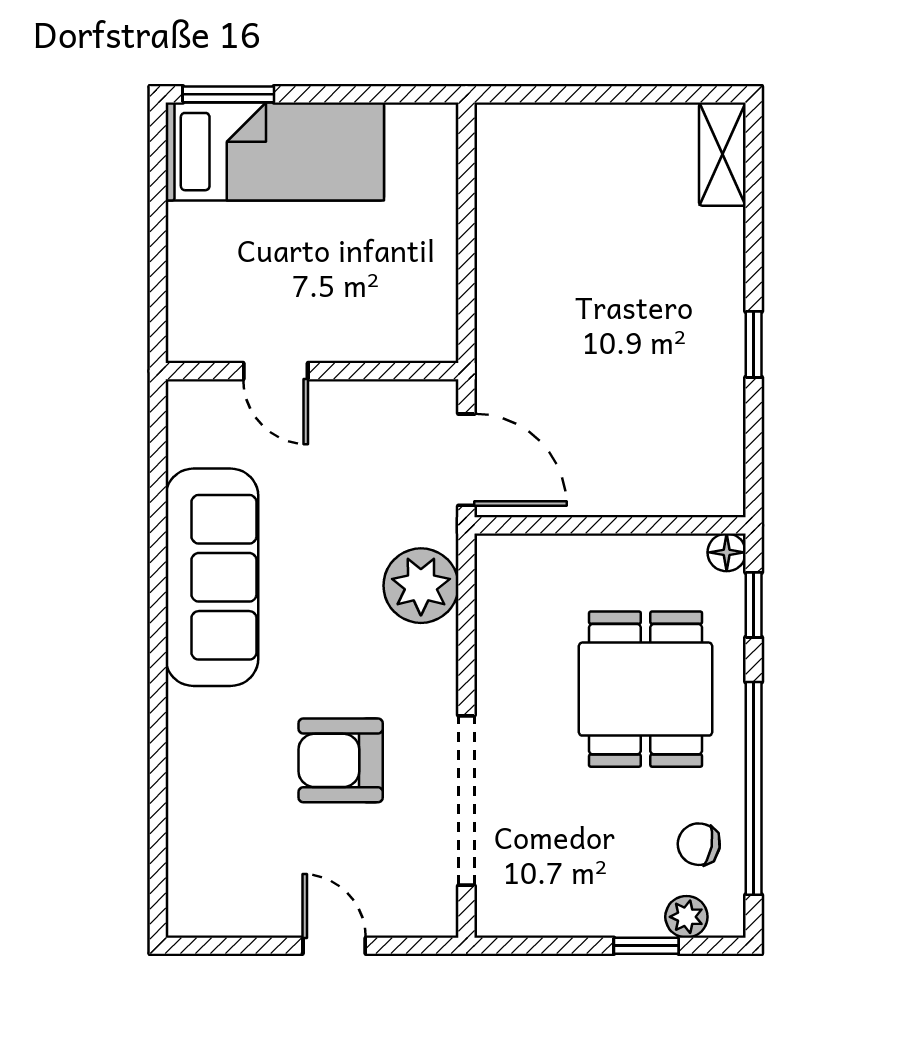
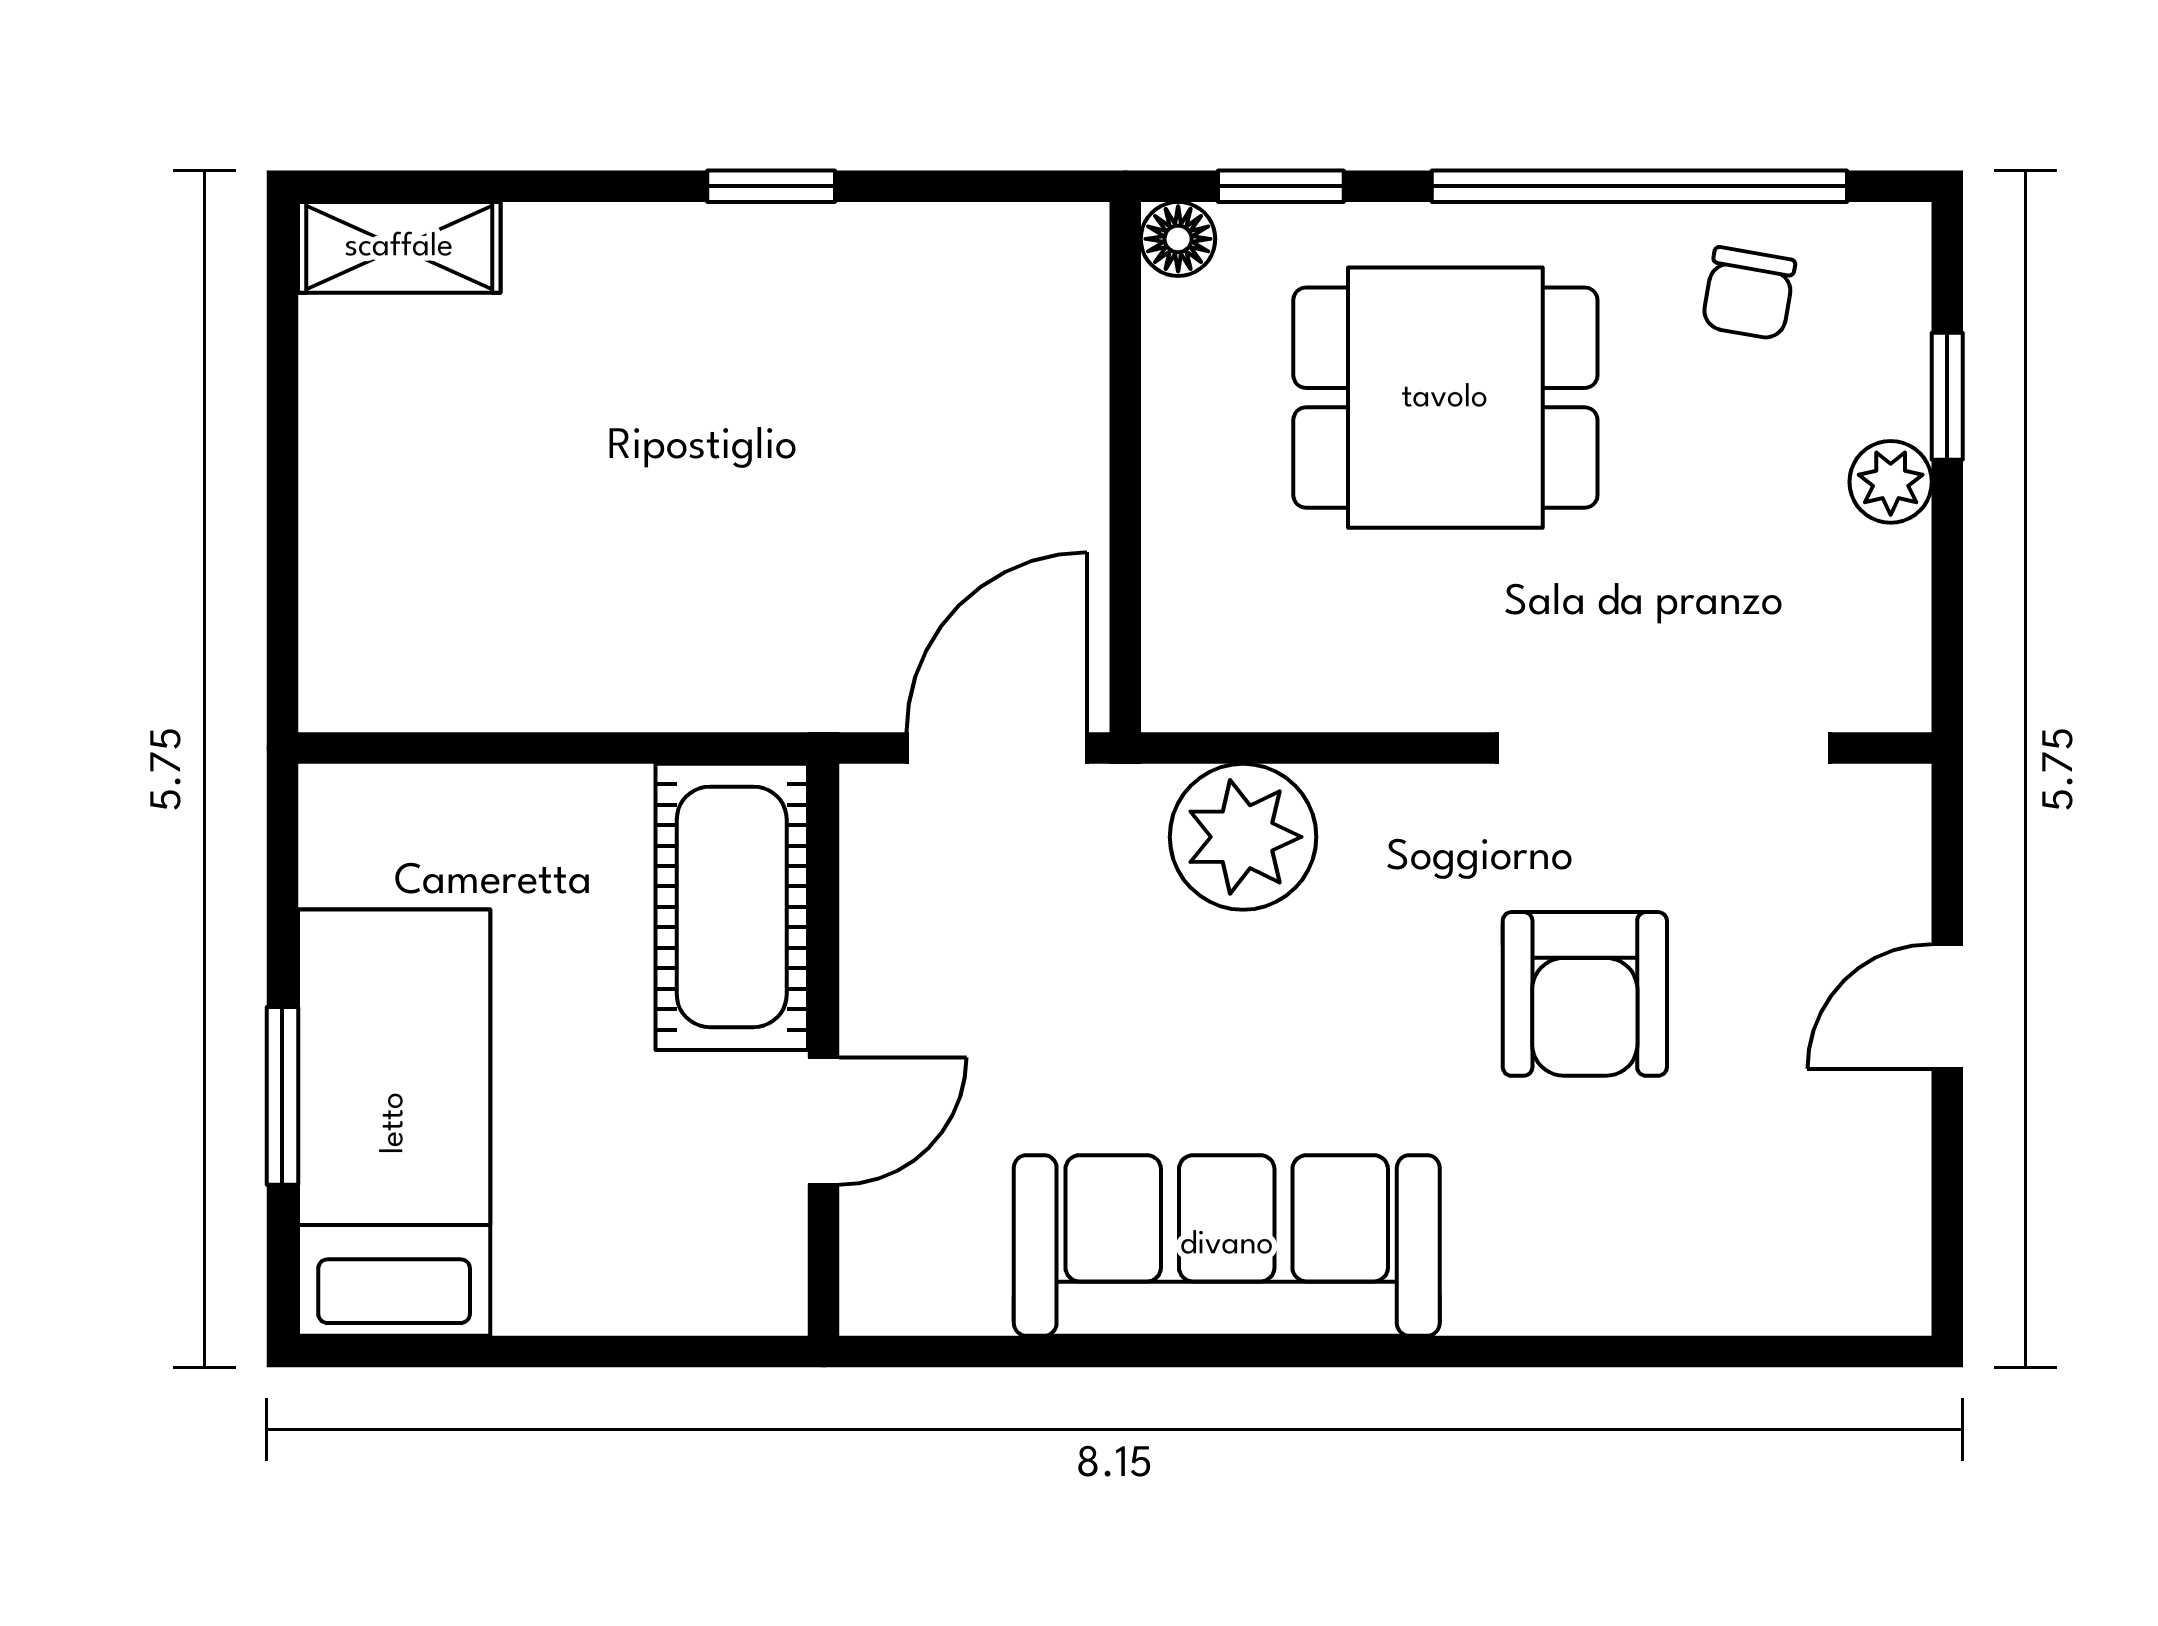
window: (228, 94) -> (282, 1096), moved
cot: (385, 324) -> (732, 907), added
plant: (686, 917) -> (1891, 482), moved

